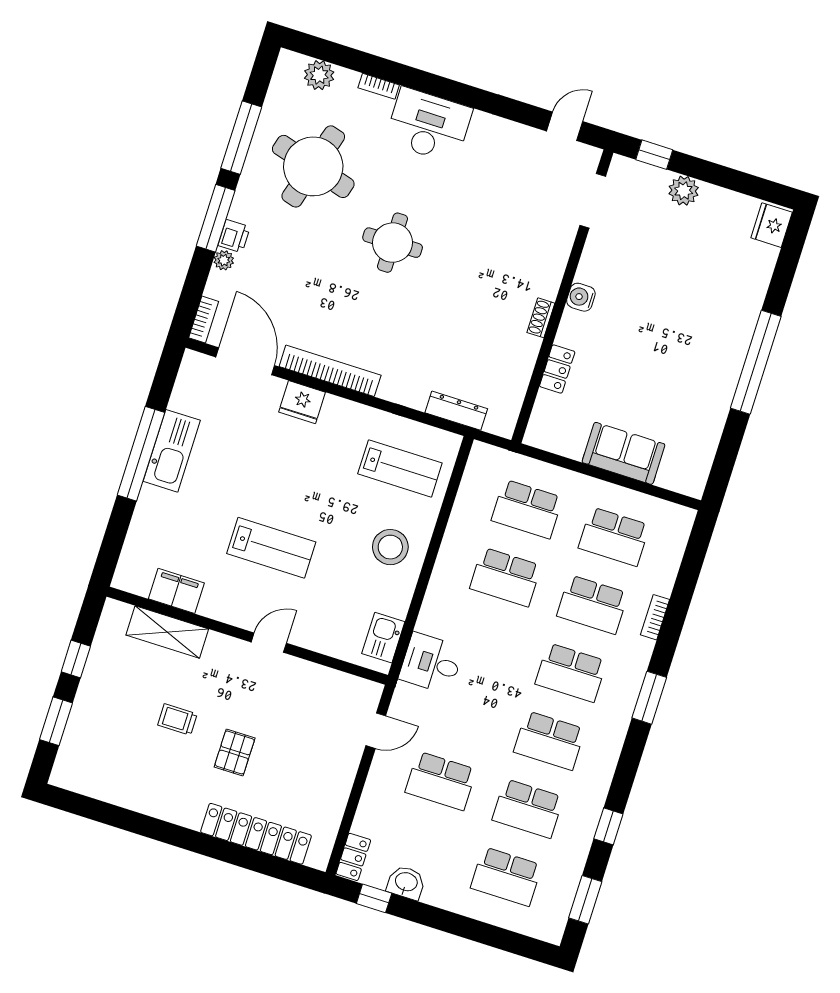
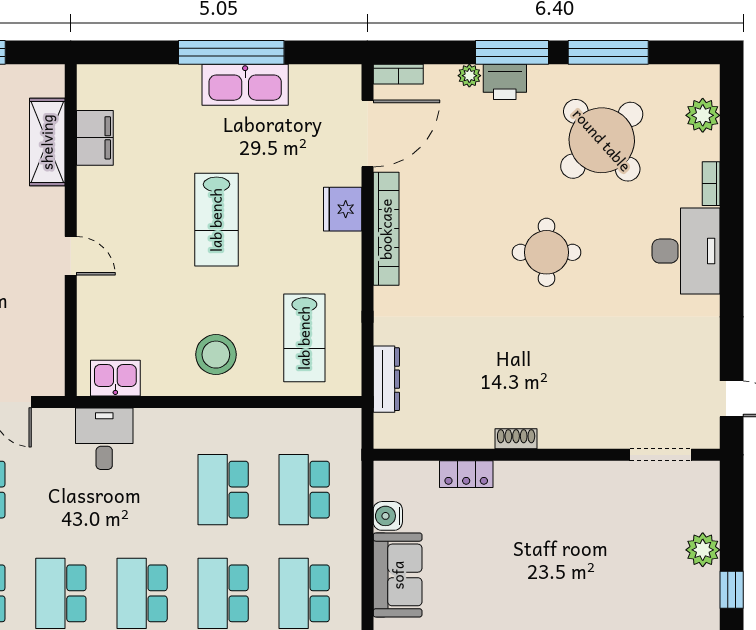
window: (654, 155) -> (732, 590), moved
round table: (313, 166) -> (602, 140), turned 32
printer: (234, 236) -> (505, 82), width x1.36, depth x1.24
water cooler: (581, 297) -> (388, 516), moved, turned -90
lab bench: (271, 548) -> (216, 220), moved

